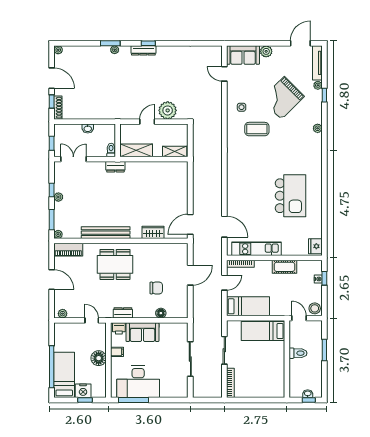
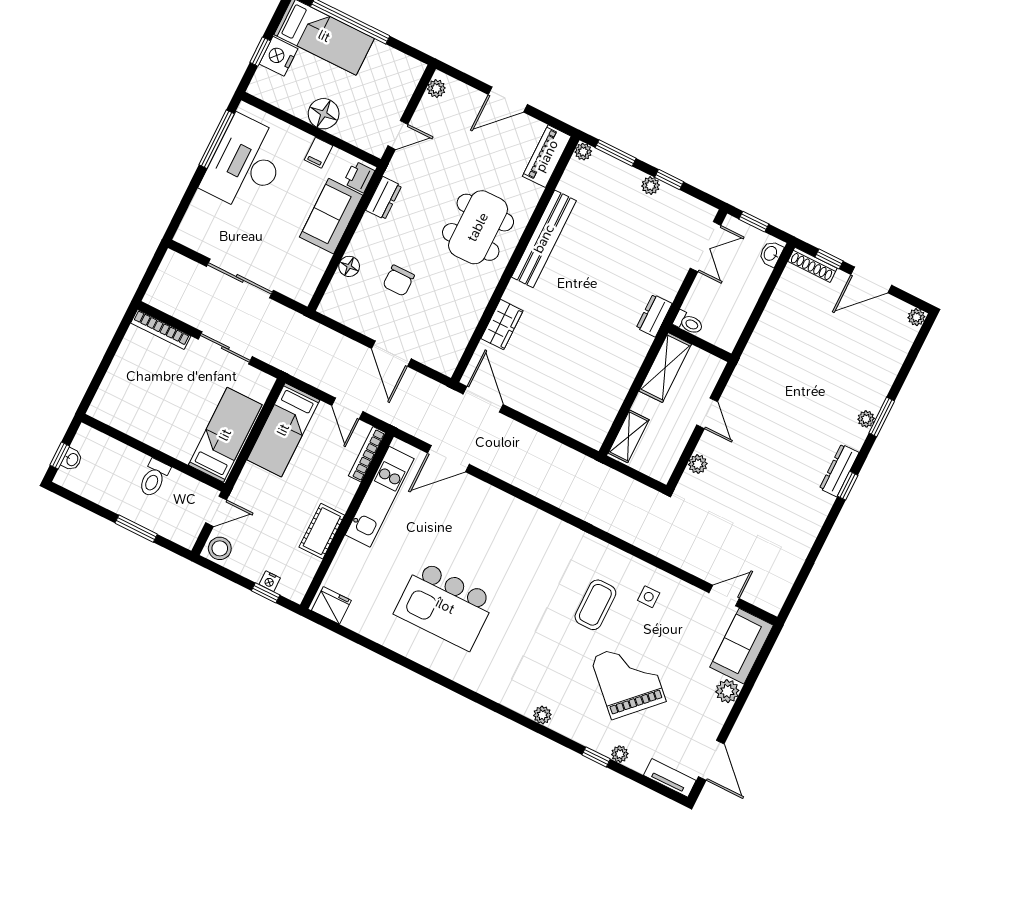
tv unit: (317, 63) -> (670, 778), width x0.71
plant: (168, 110) -> (698, 464), width x0.53, depth x0.53
washbasin: (88, 129) -> (771, 254), moved

